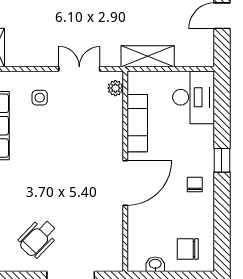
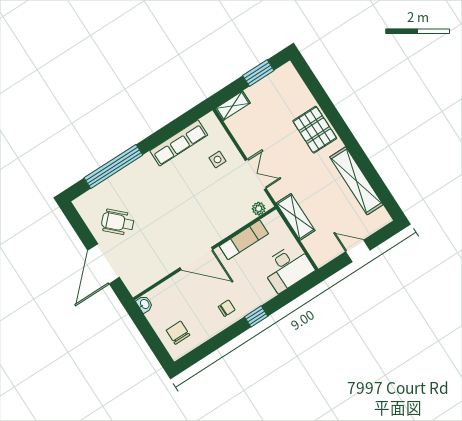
washbasin: (155, 264) -> (144, 304), moved

